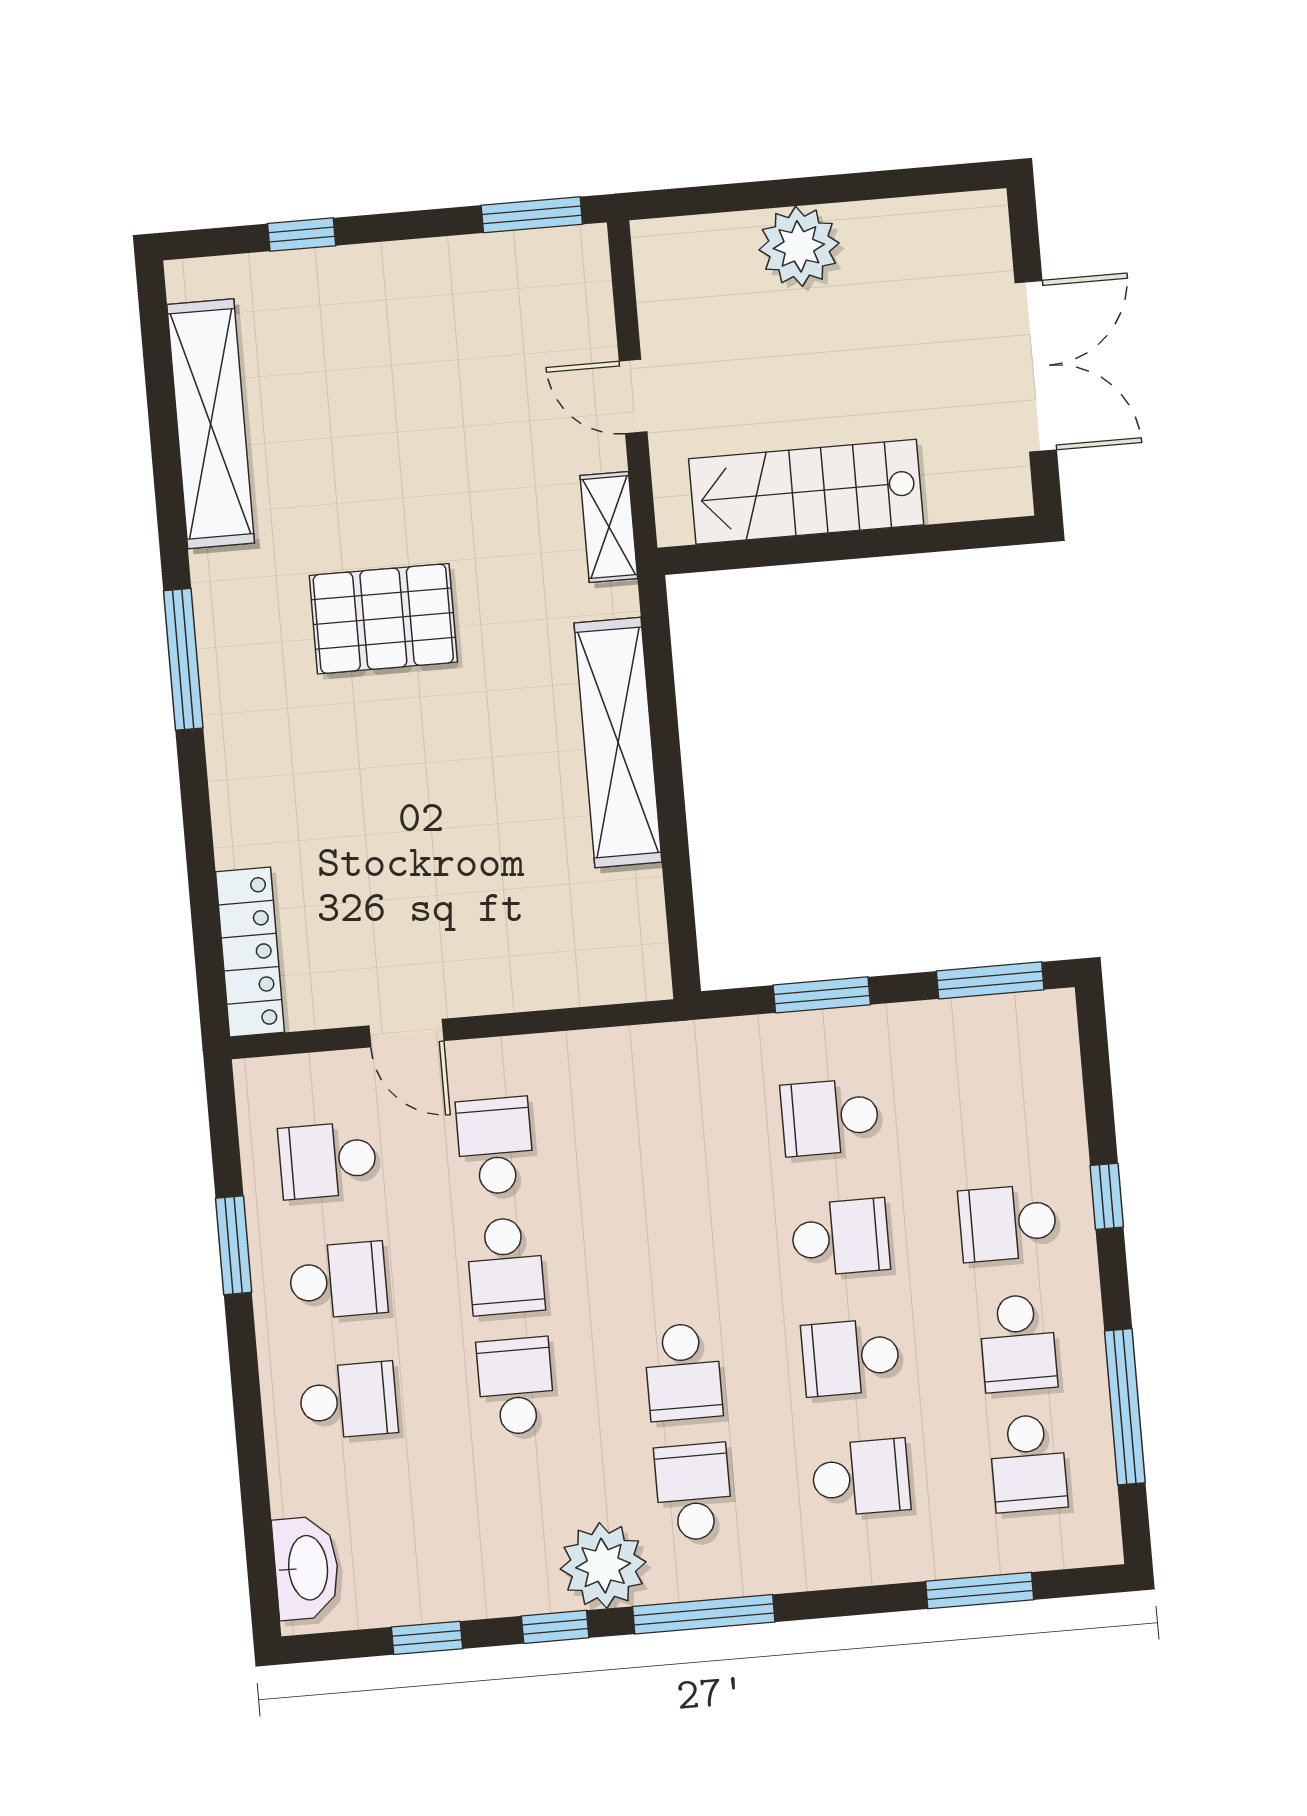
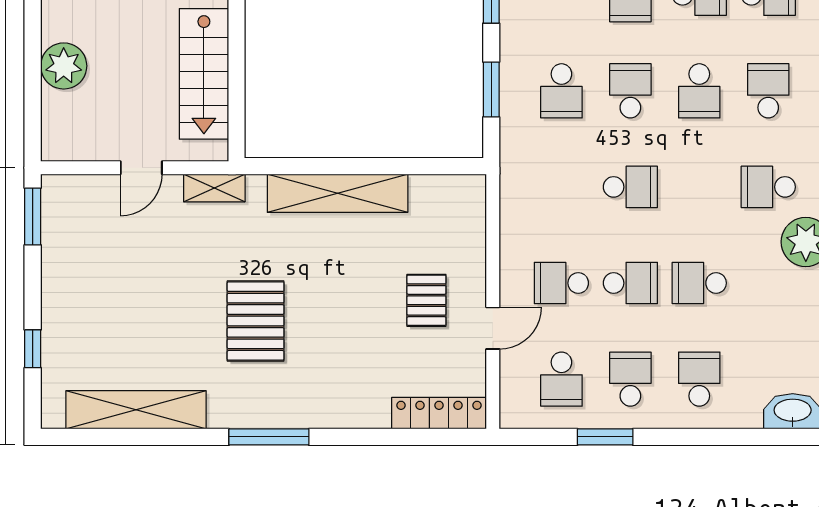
pallet: (445, 913) -> (426, 300), added
school desk: (683, 1372) -> (630, 187), moved

